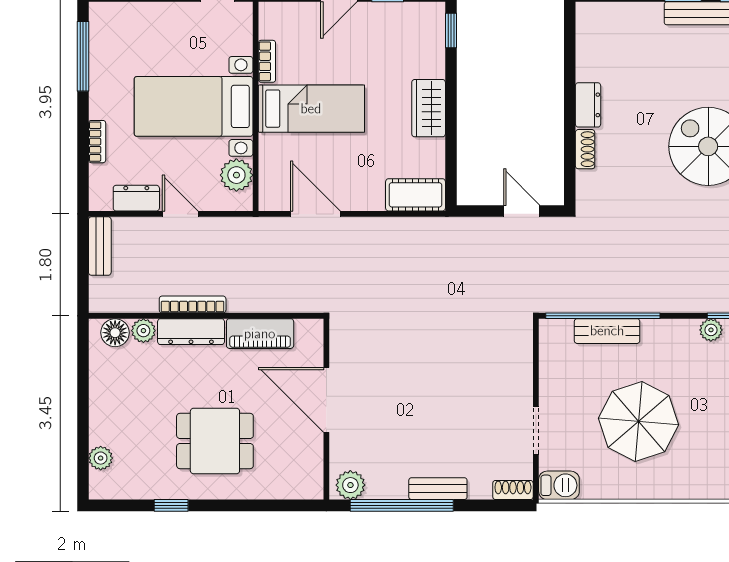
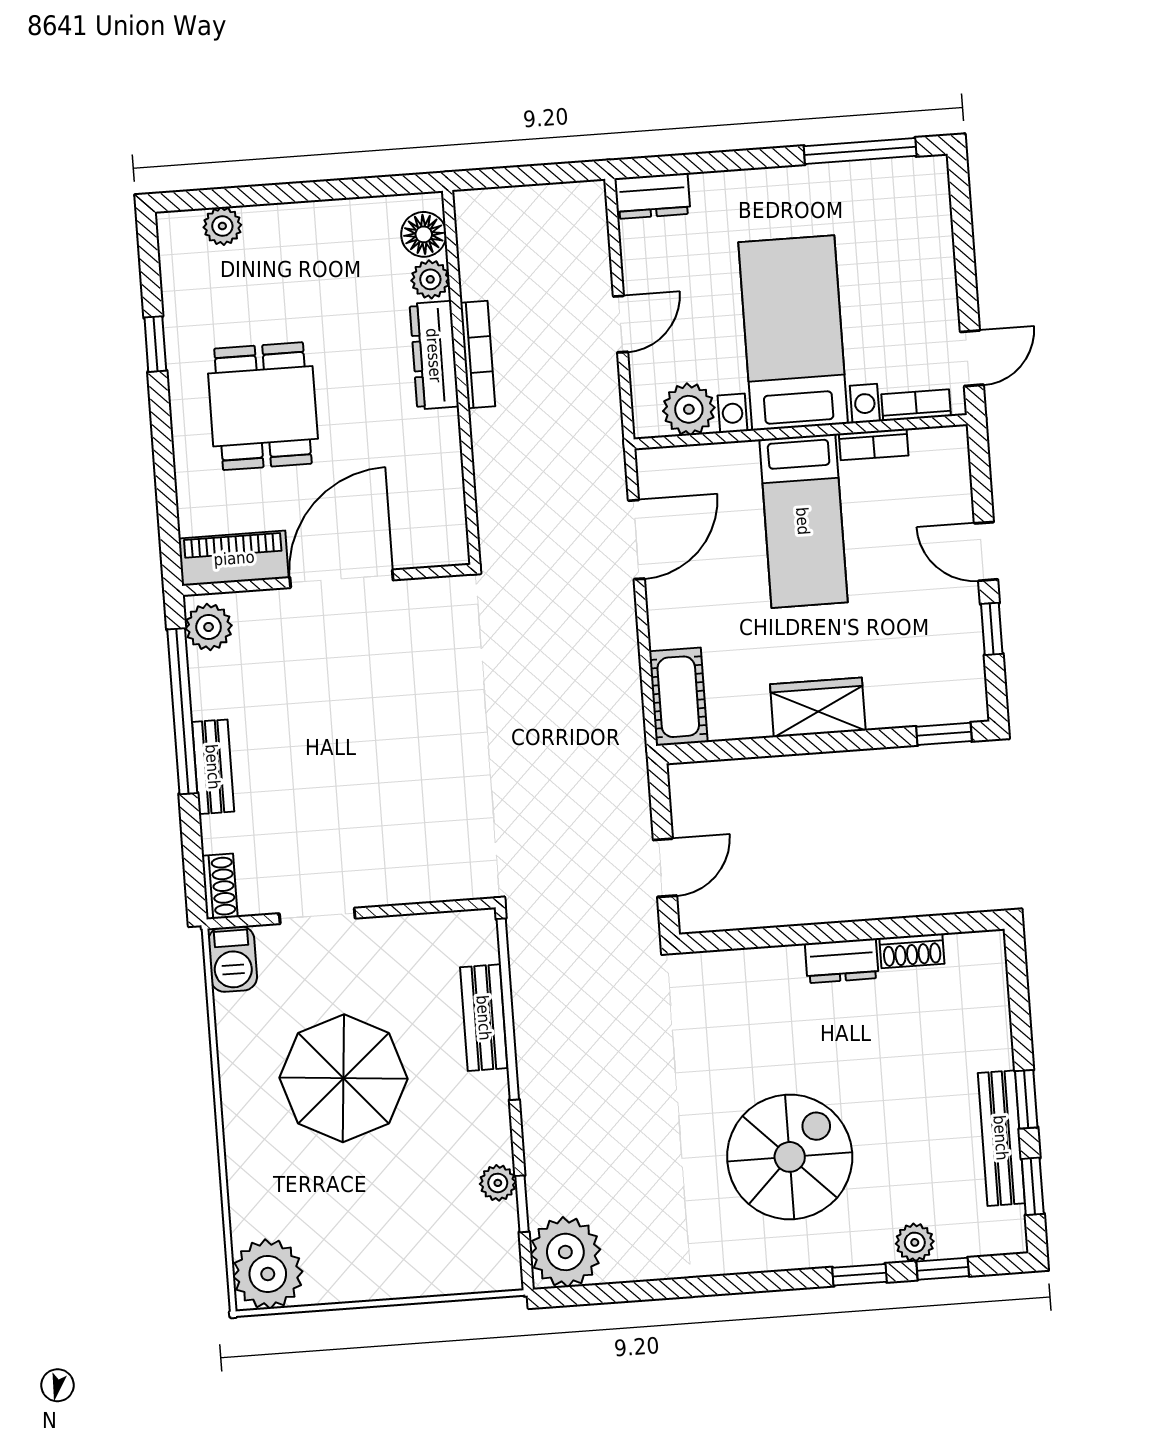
bookcase: (97, 142) -> (916, 405), moved, turned 180
shoe rack: (585, 149) -> (912, 951), moved
dresser: (136, 198) -> (652, 196), moved, turned 90
bench: (100, 246) -> (560, 200), removed
piano: (260, 334) -> (234, 558), moved, turned 90

